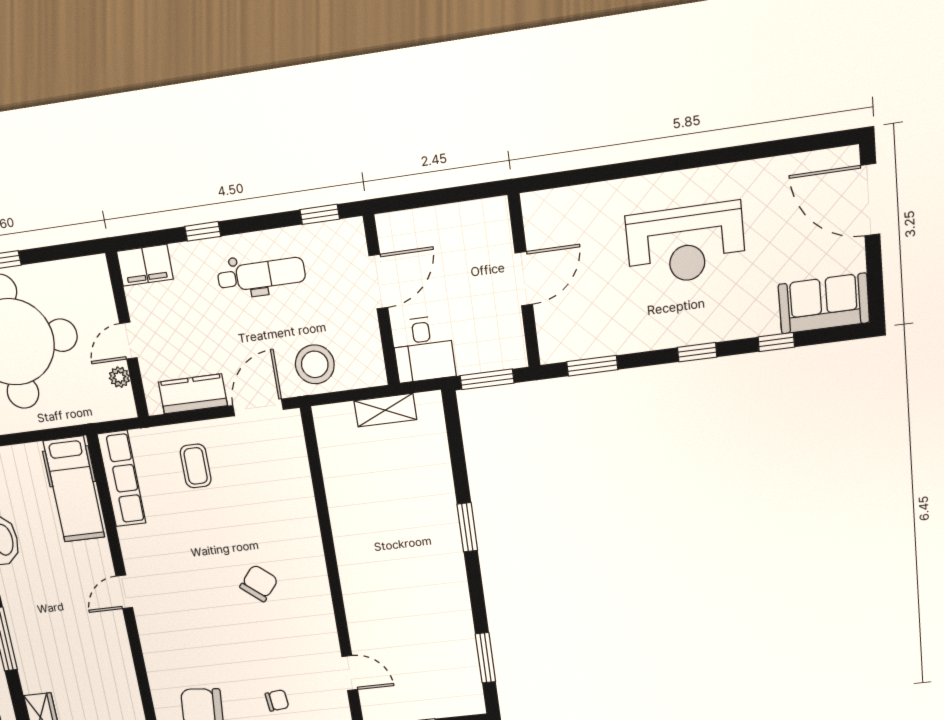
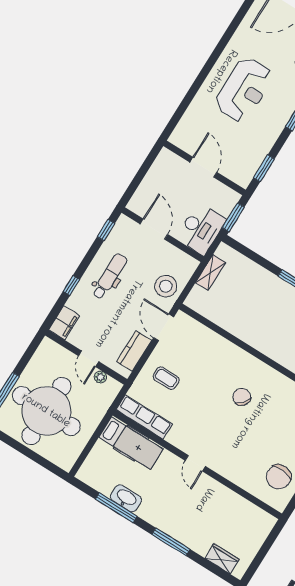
desk: (423, 349) -> (201, 229), width x1.37

